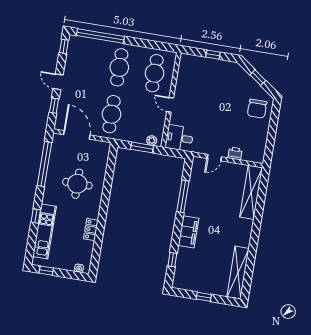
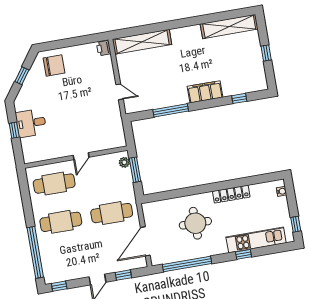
desk: (179, 138) -> (31, 123), moved, turned 90
printer: (235, 153) -> (104, 48), moved
locker: (91, 229) -> (231, 194), width x1.53

